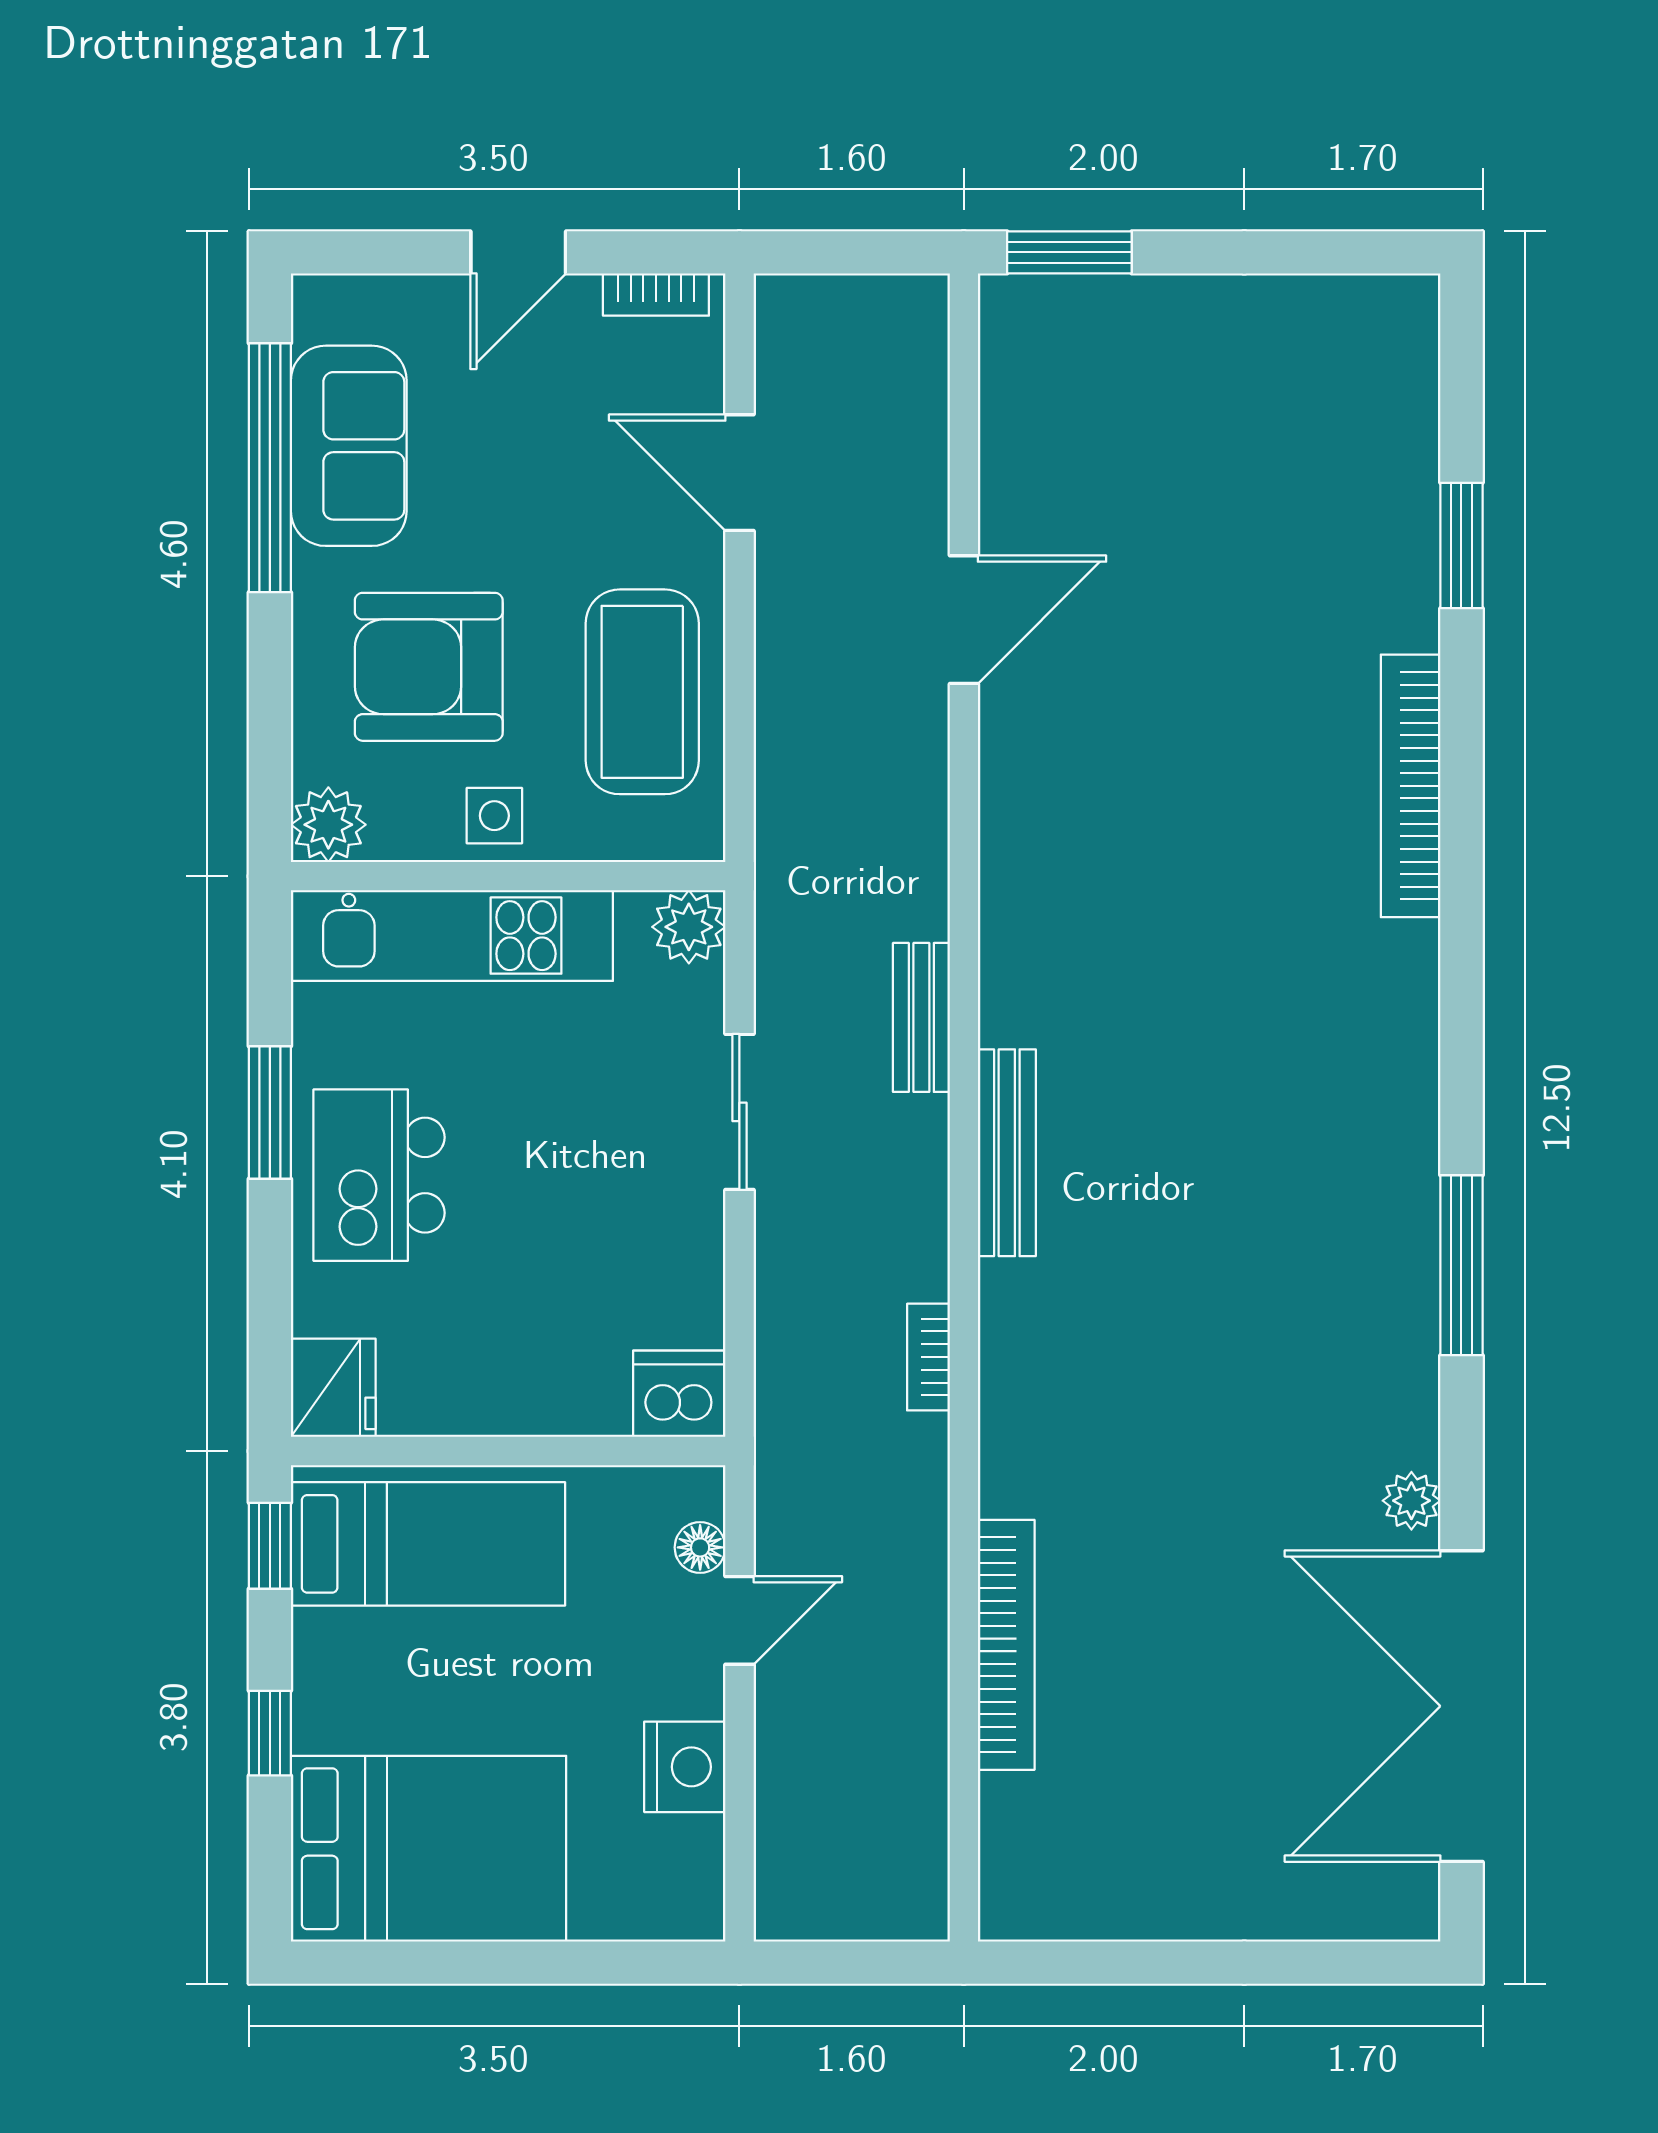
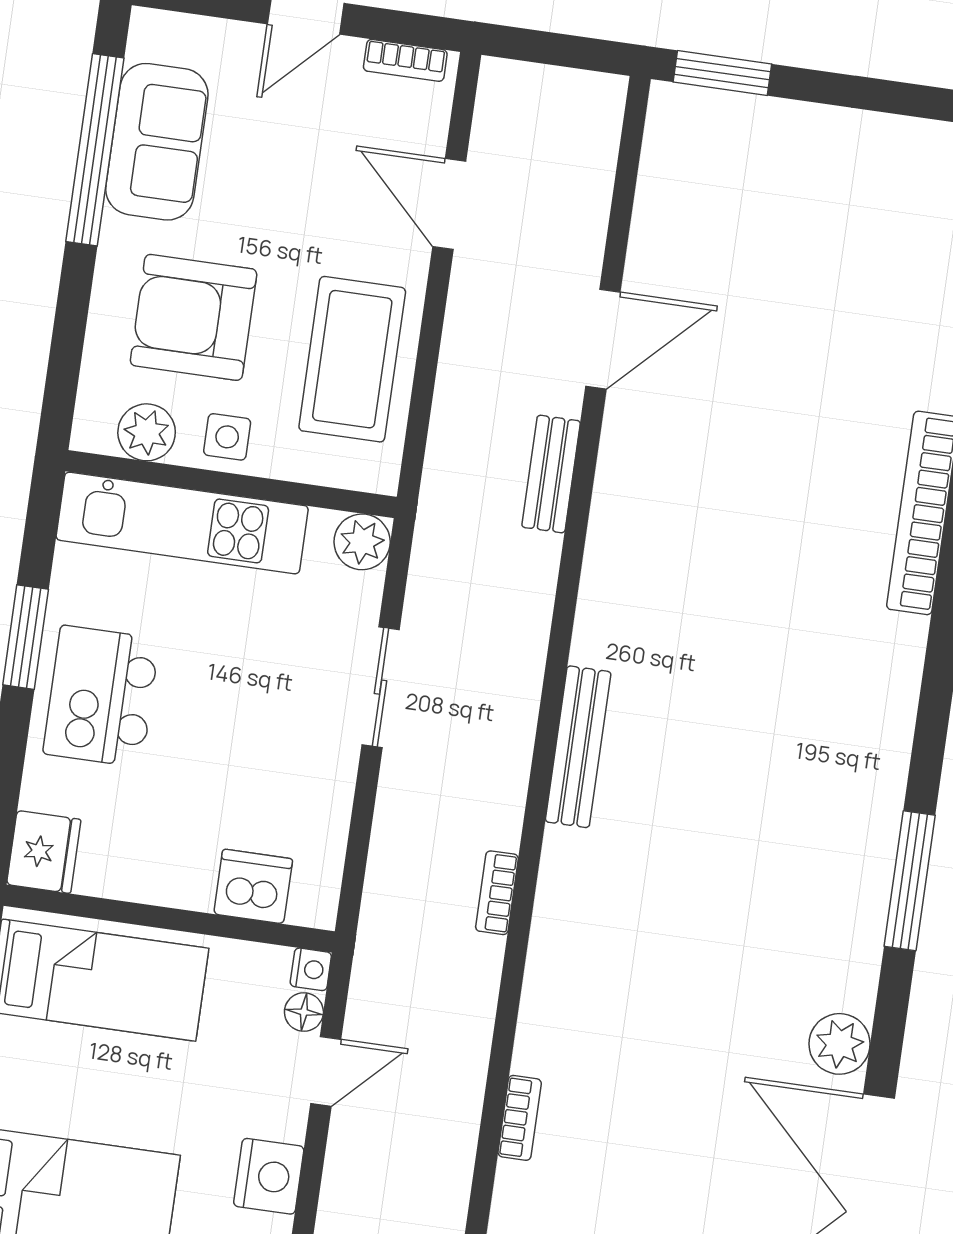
plant: (328, 825) -> (147, 432), moved
bench: (921, 1017) -> (551, 474), moved
dishwasher: (679, 1394) -> (253, 886), moved
nightstand: (701, 1491) -> (311, 969), added
plant: (1411, 1501) -> (840, 1044), width x1.38, depth x1.38
bookcase: (1006, 1645) -> (520, 1118), width x0.43, depth x0.76

